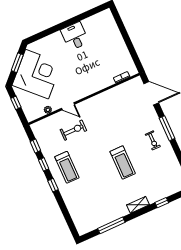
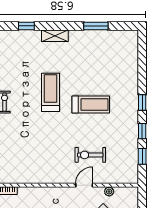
door: (68, 106) -> (84, 185), hinge flipped
treadmill: (67, 167) -> (91, 104), moved, turned 90
window: (111, 225) -> (96, 26), width x0.69

